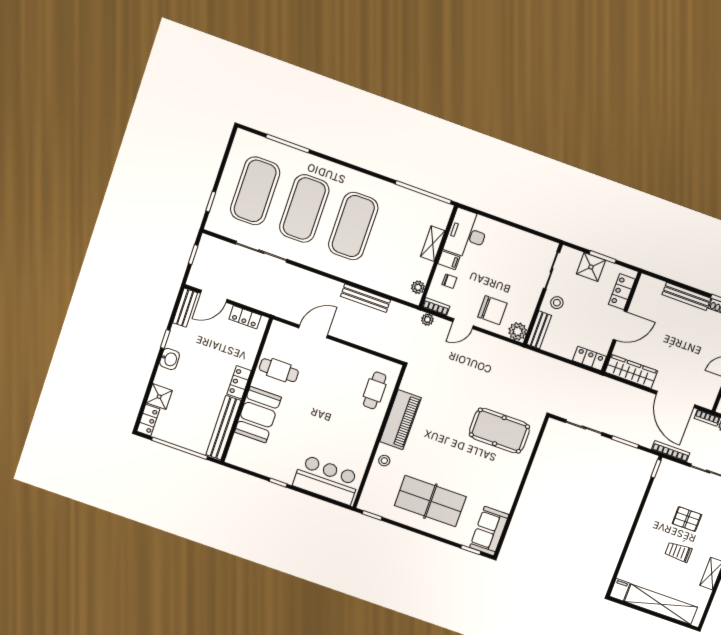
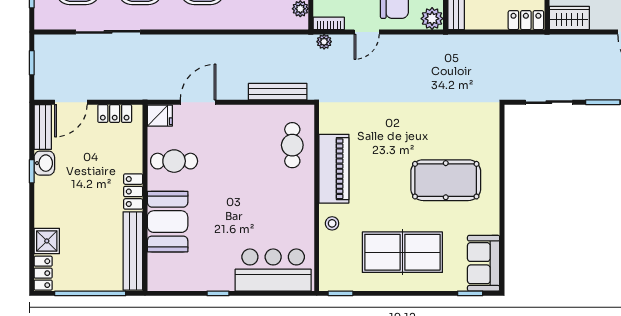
bench: (365, 298) -> (278, 92), moved
fridge: (280, 331) -> (160, 116), added
washbasin: (170, 359) -> (44, 163), moved
wardrobe: (631, 371) -> (569, 18), width x0.67
pool table: (499, 431) -> (446, 180), moved

